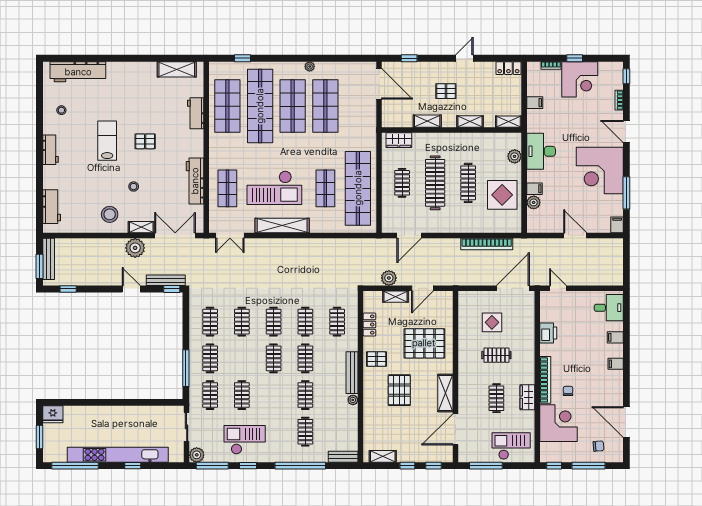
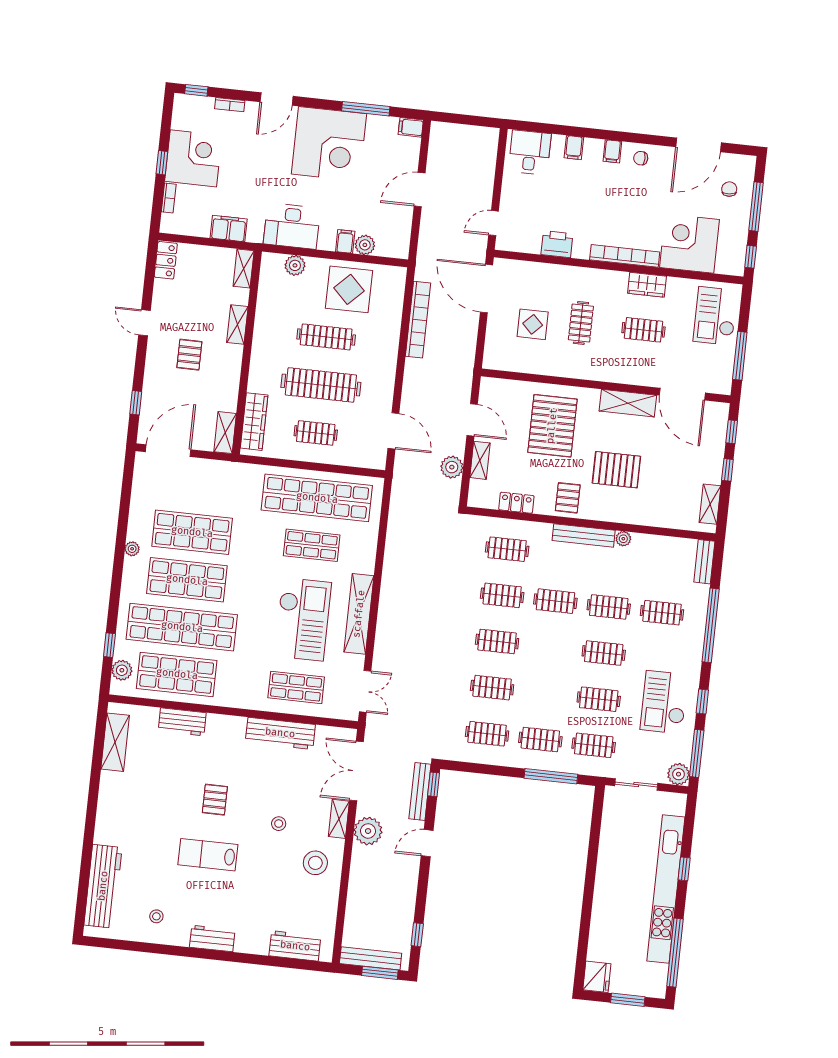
plant: (226, 69) -> (122, 670), added
filing cabinet: (535, 103) -> (229, 229), width x2.00
shelving: (427, 121) -> (225, 433), moved
wardrobe: (399, 140) -> (254, 422), width x1.50
clothes rail: (274, 358) -> (604, 653), moved
chair: (568, 391) -> (641, 158), moved

